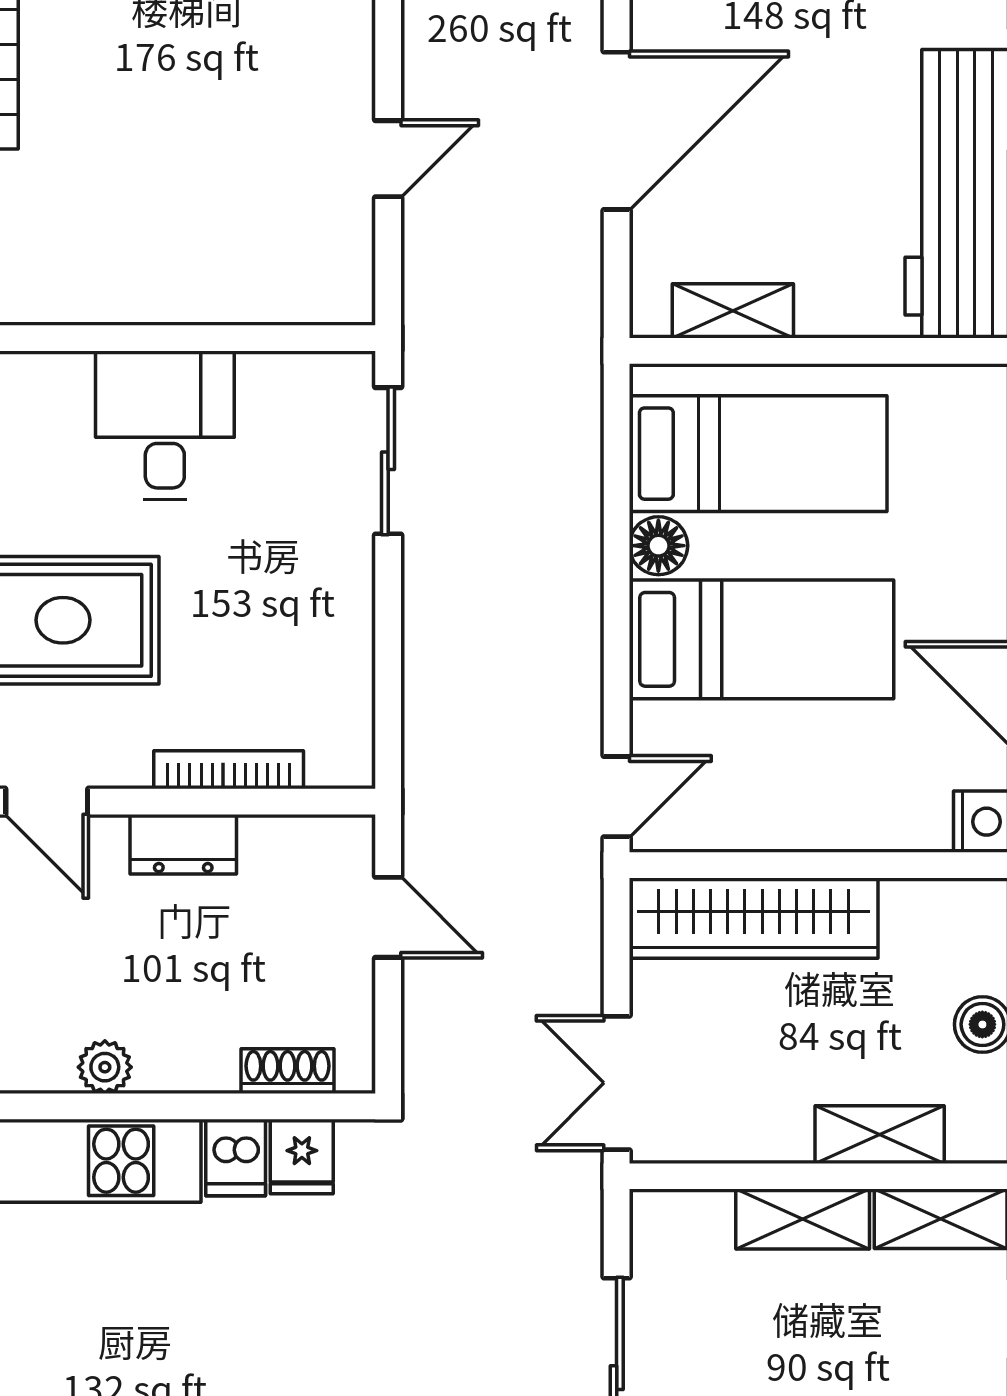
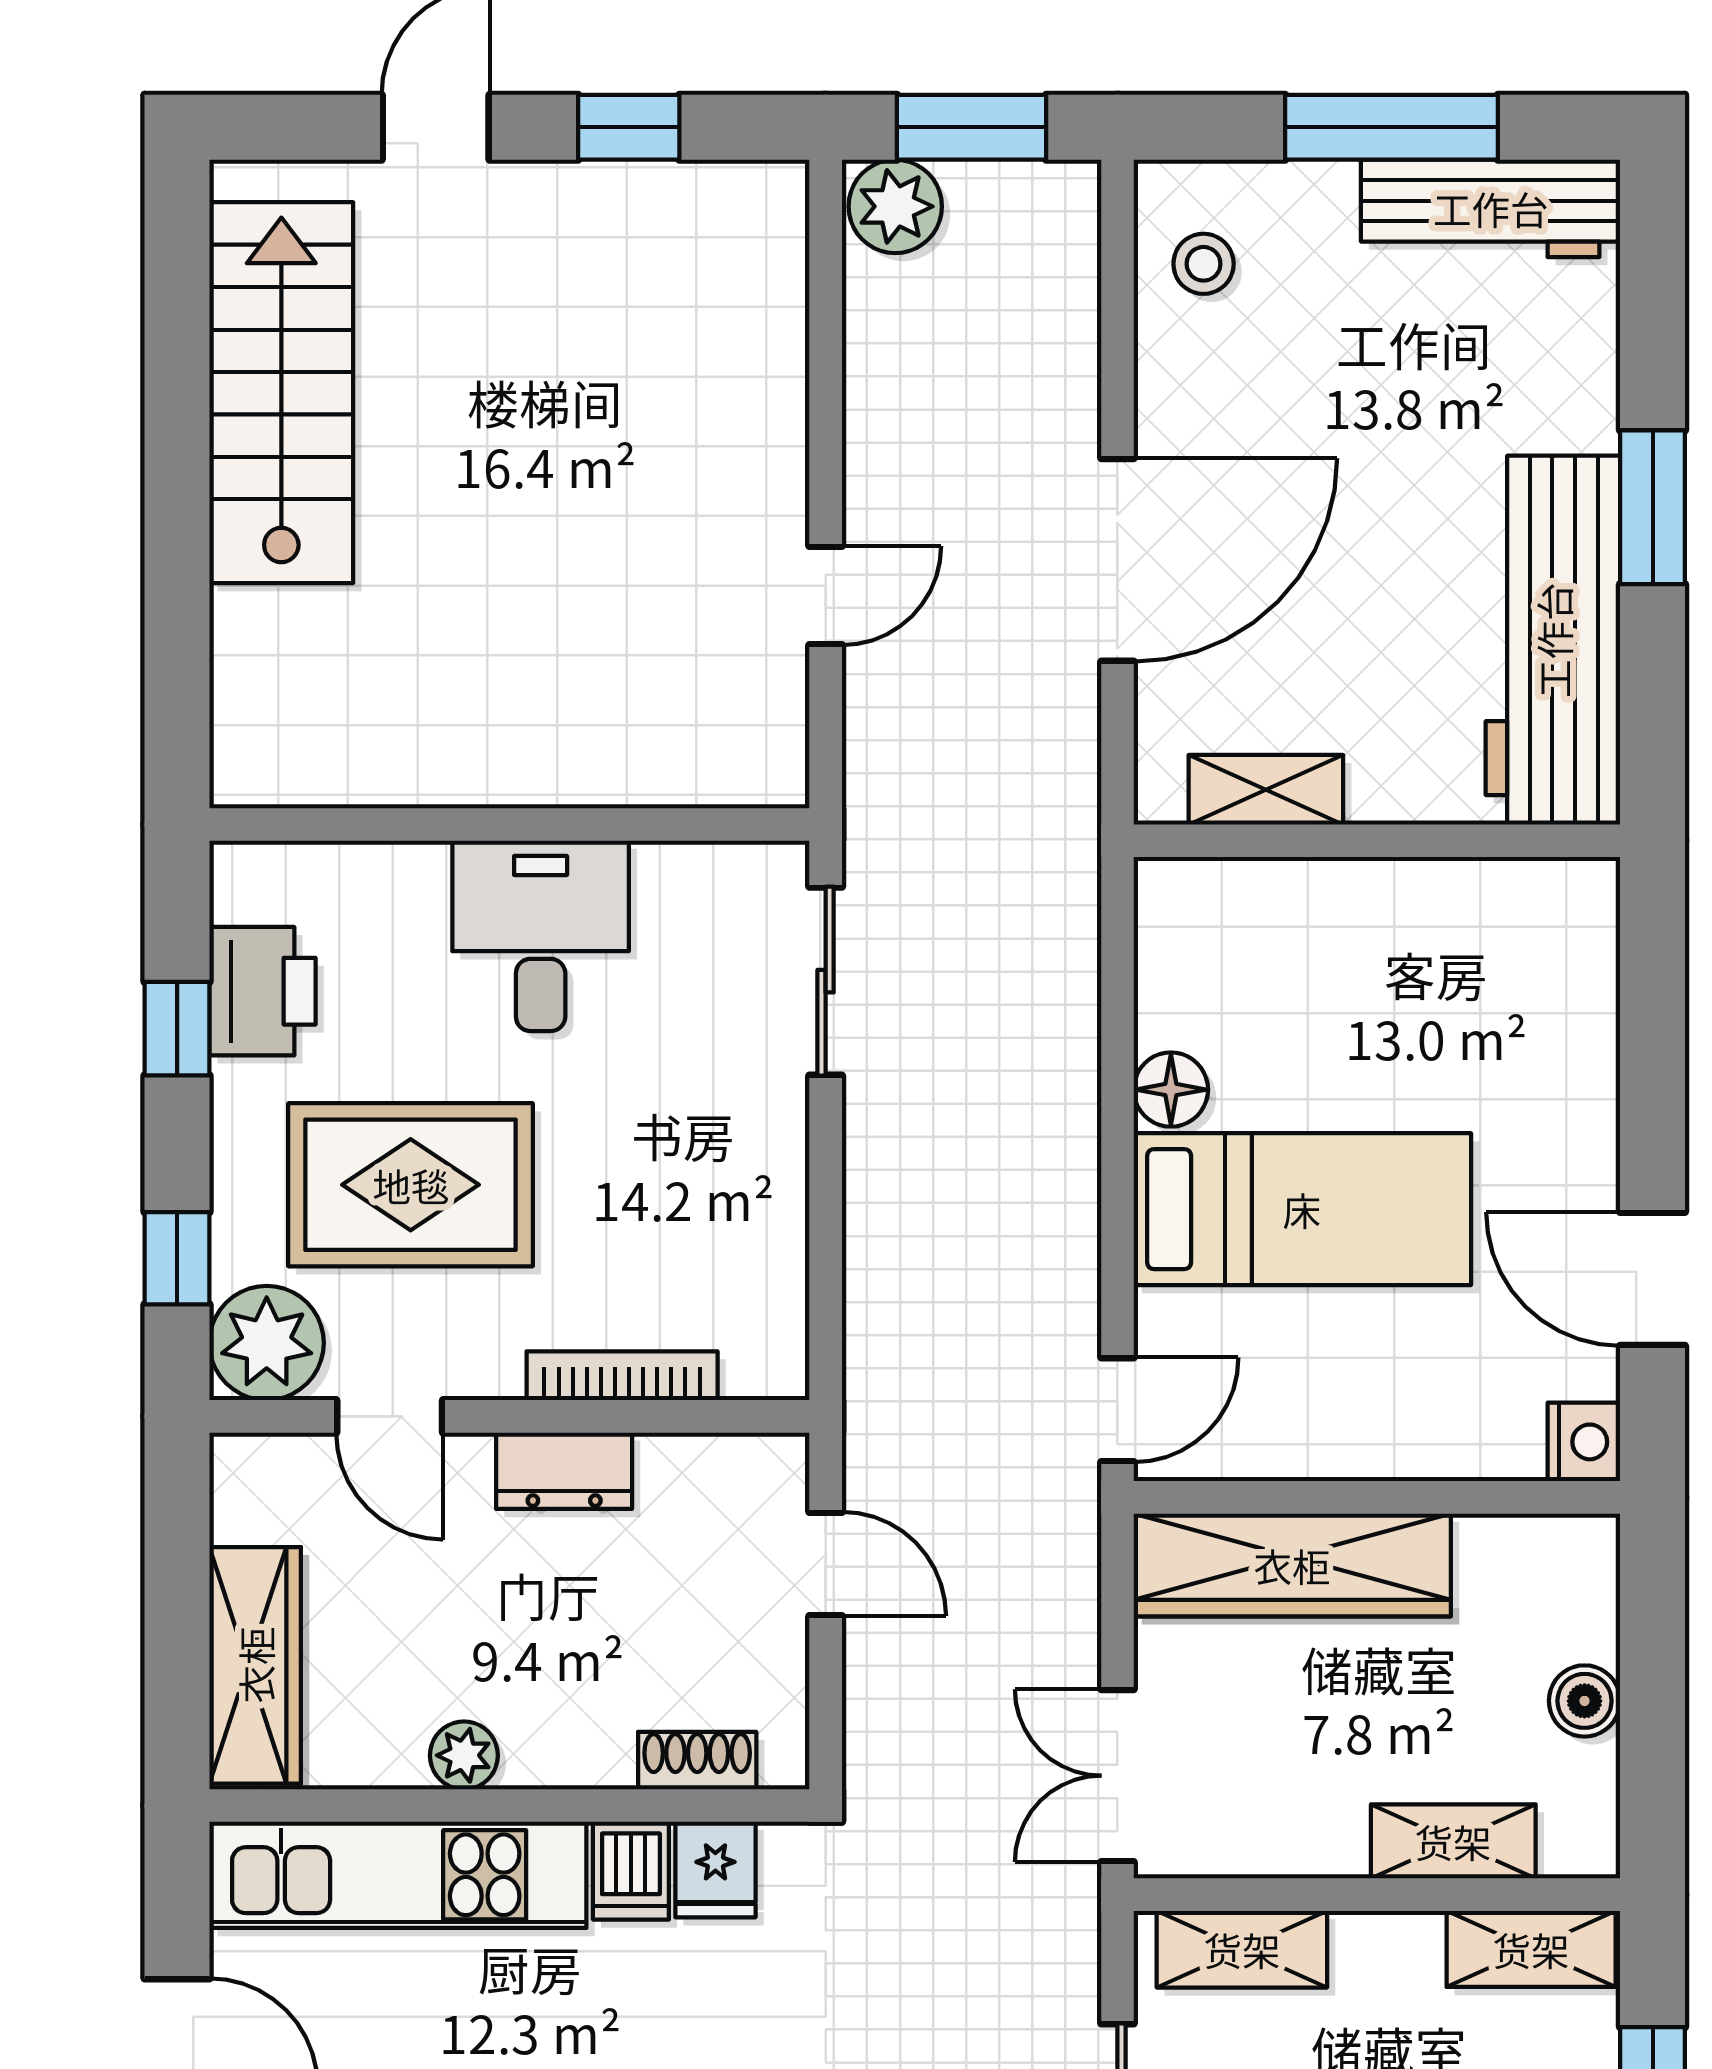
bed: (758, 454) -> (1298, 972), removed
shelving: (803, 1219) -> (1242, 1949), moved

